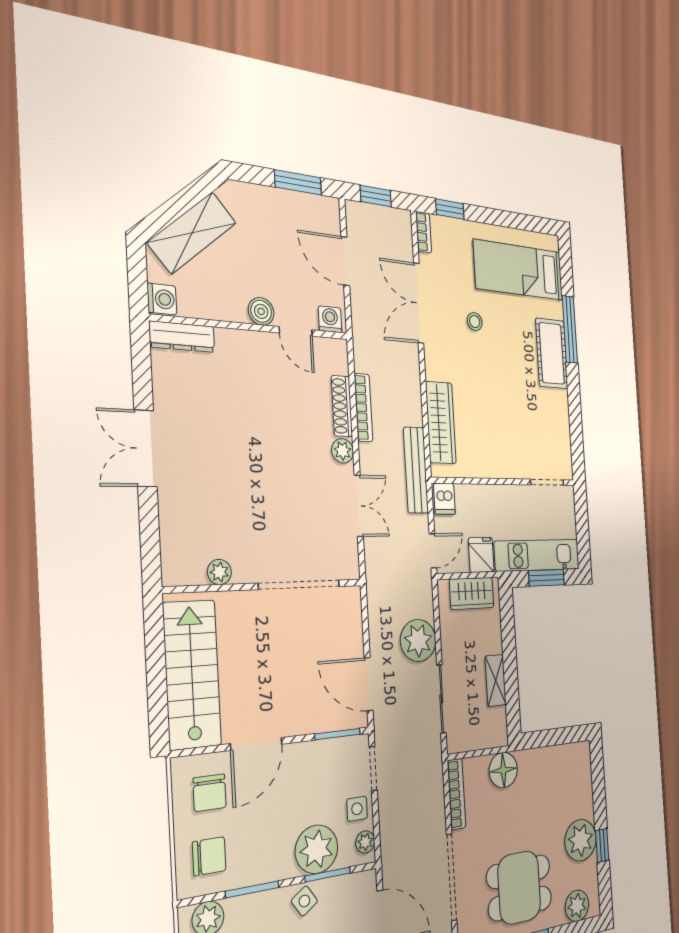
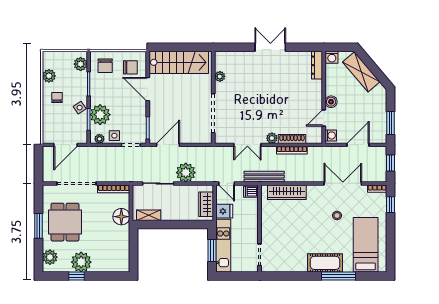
shelving: (496, 680) -> (149, 215), moved
chair: (210, 793) -> (130, 67), turned 180

